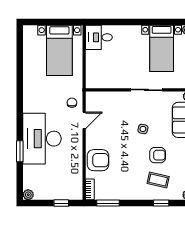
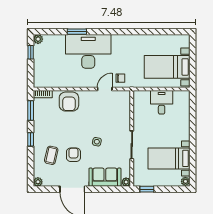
desk: (99, 37) -> (162, 102), moved
door: (84, 120) -> (105, 89), swing flipped
armchair: (158, 155) -> (73, 155), turned 180
window: (61, 203) -> (31, 52), moved
window: (161, 203) -> (31, 139), moved

